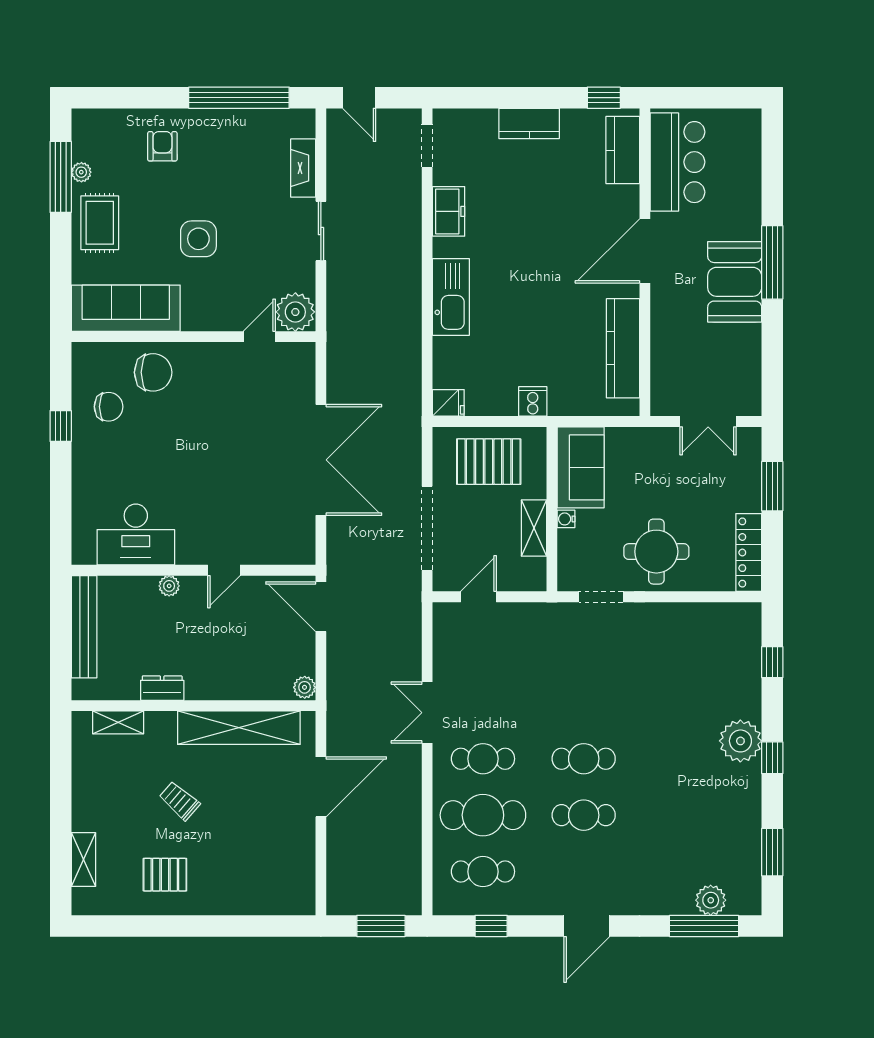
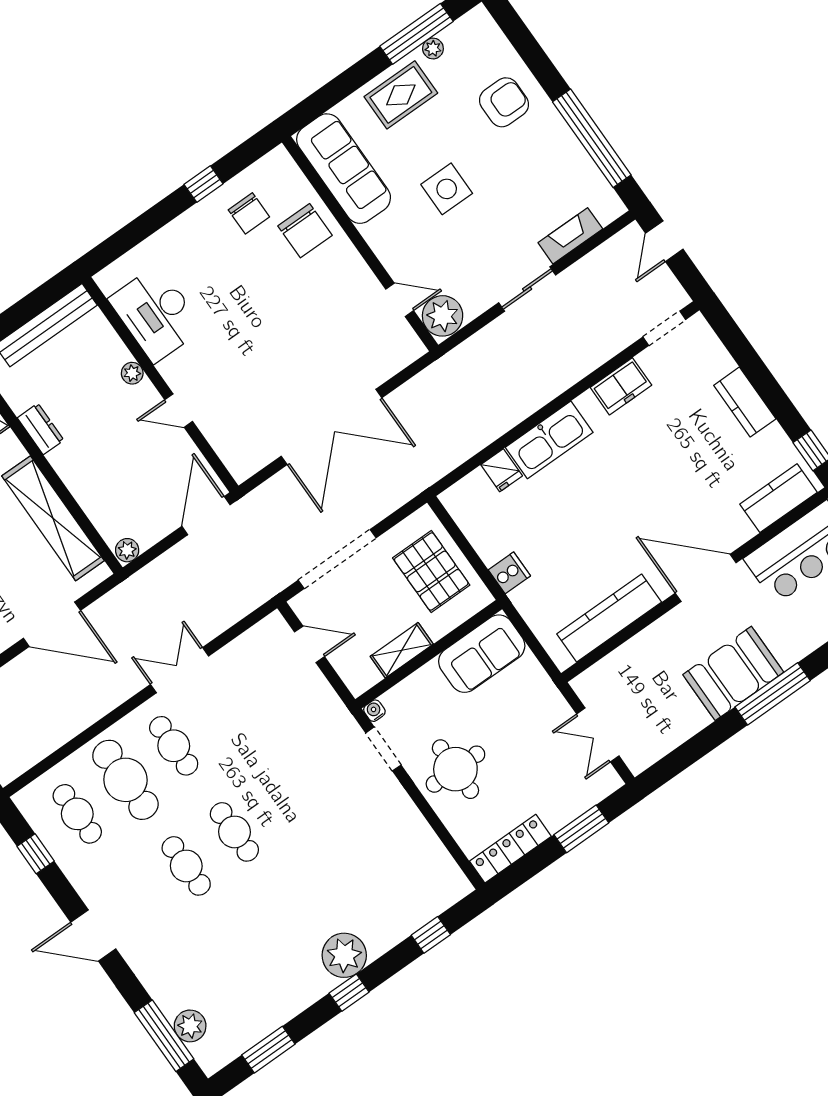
armchair: (162, 146) -> (504, 102), width x1.38, depth x1.38
fridge: (448, 403) -> (502, 470), moved
water cooler: (566, 519) -> (374, 711), moved

